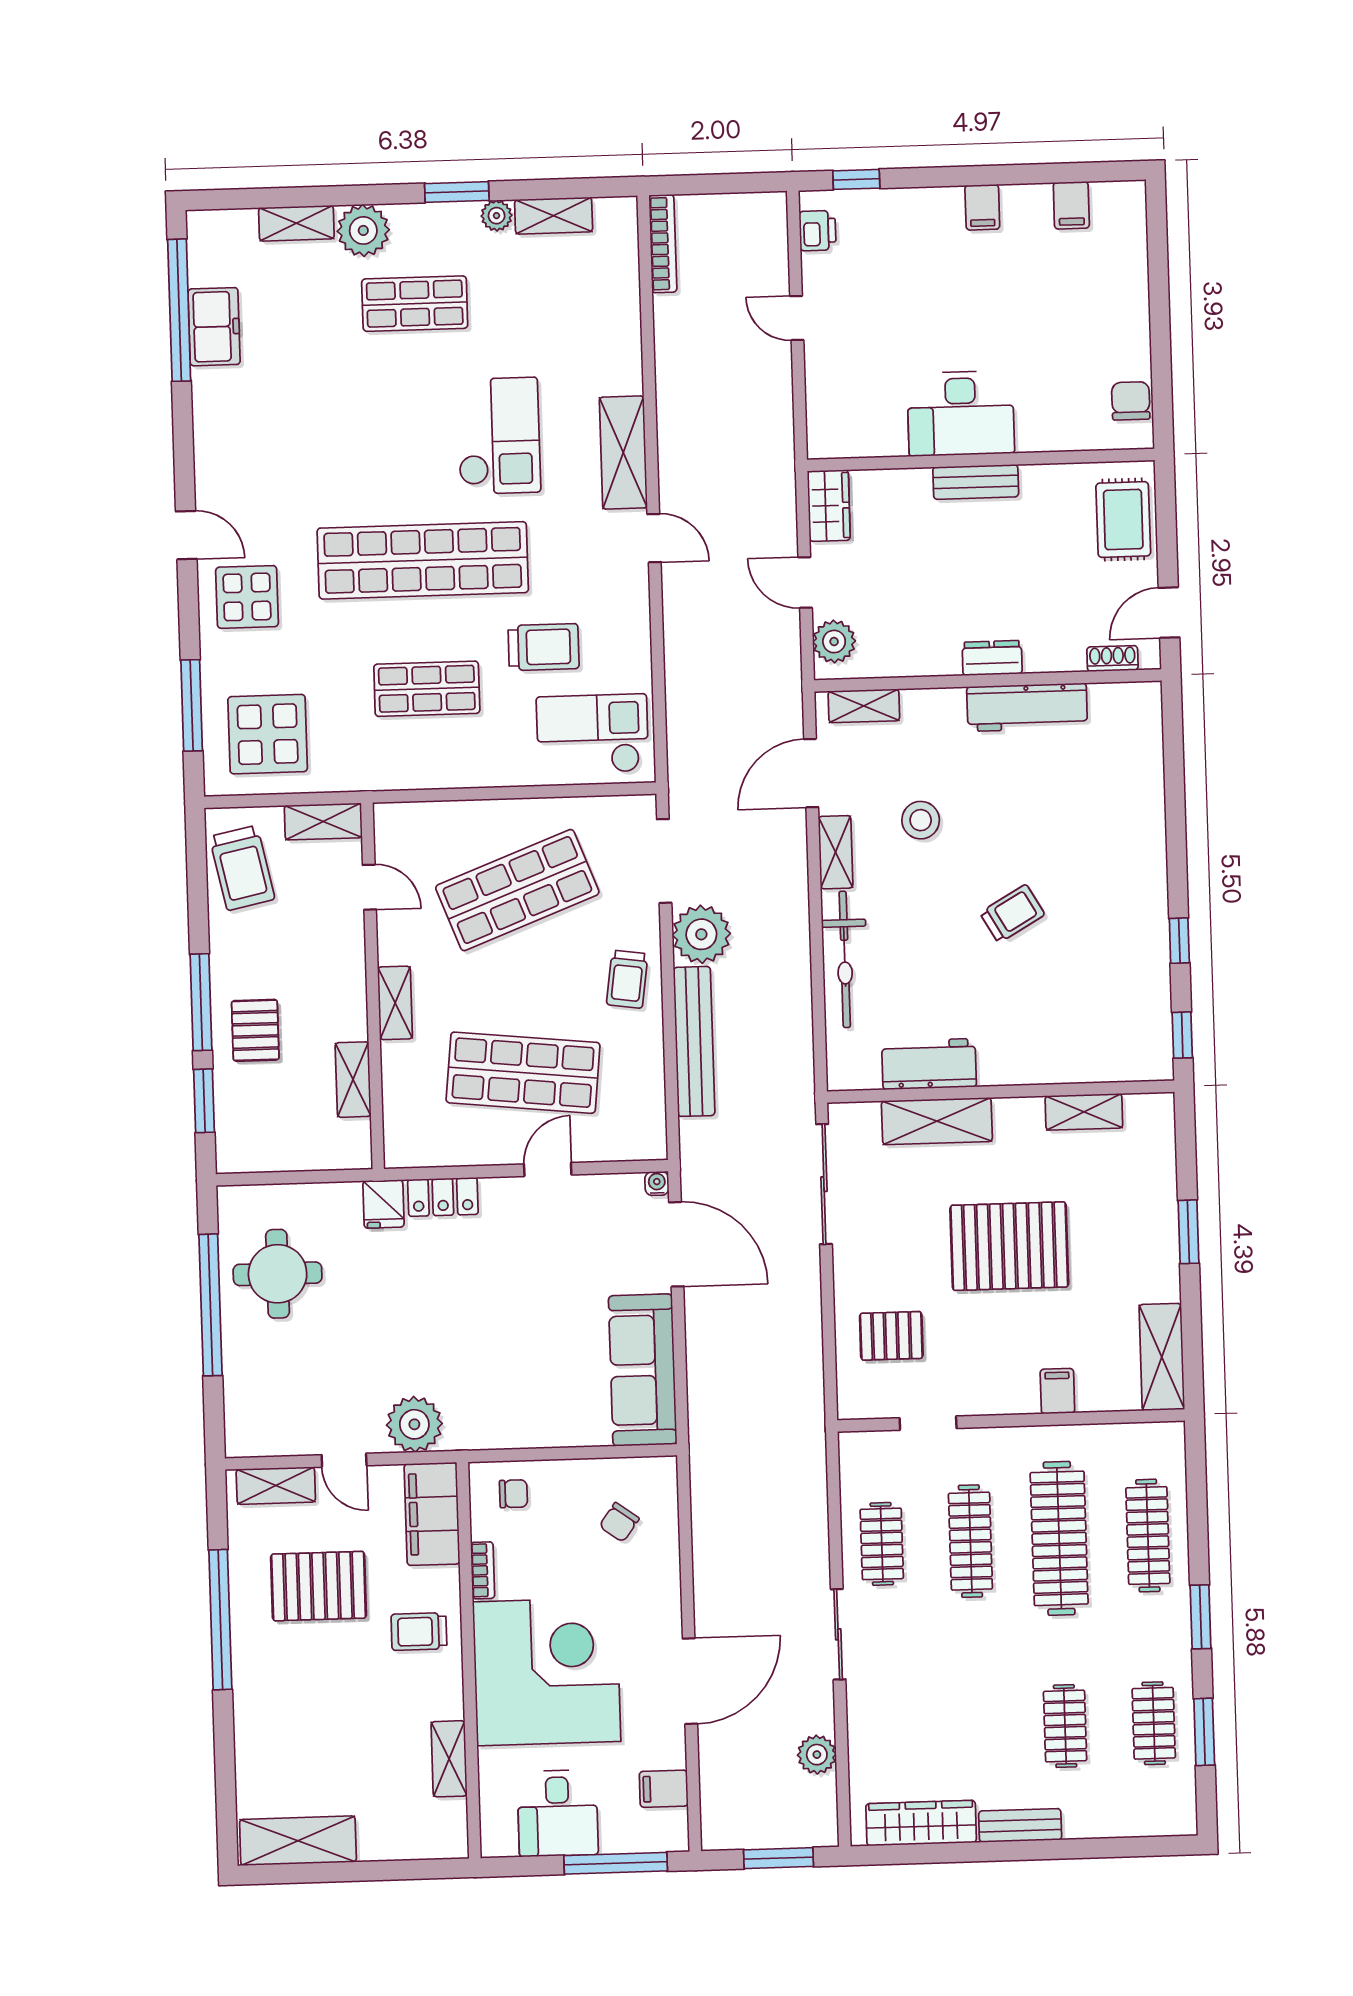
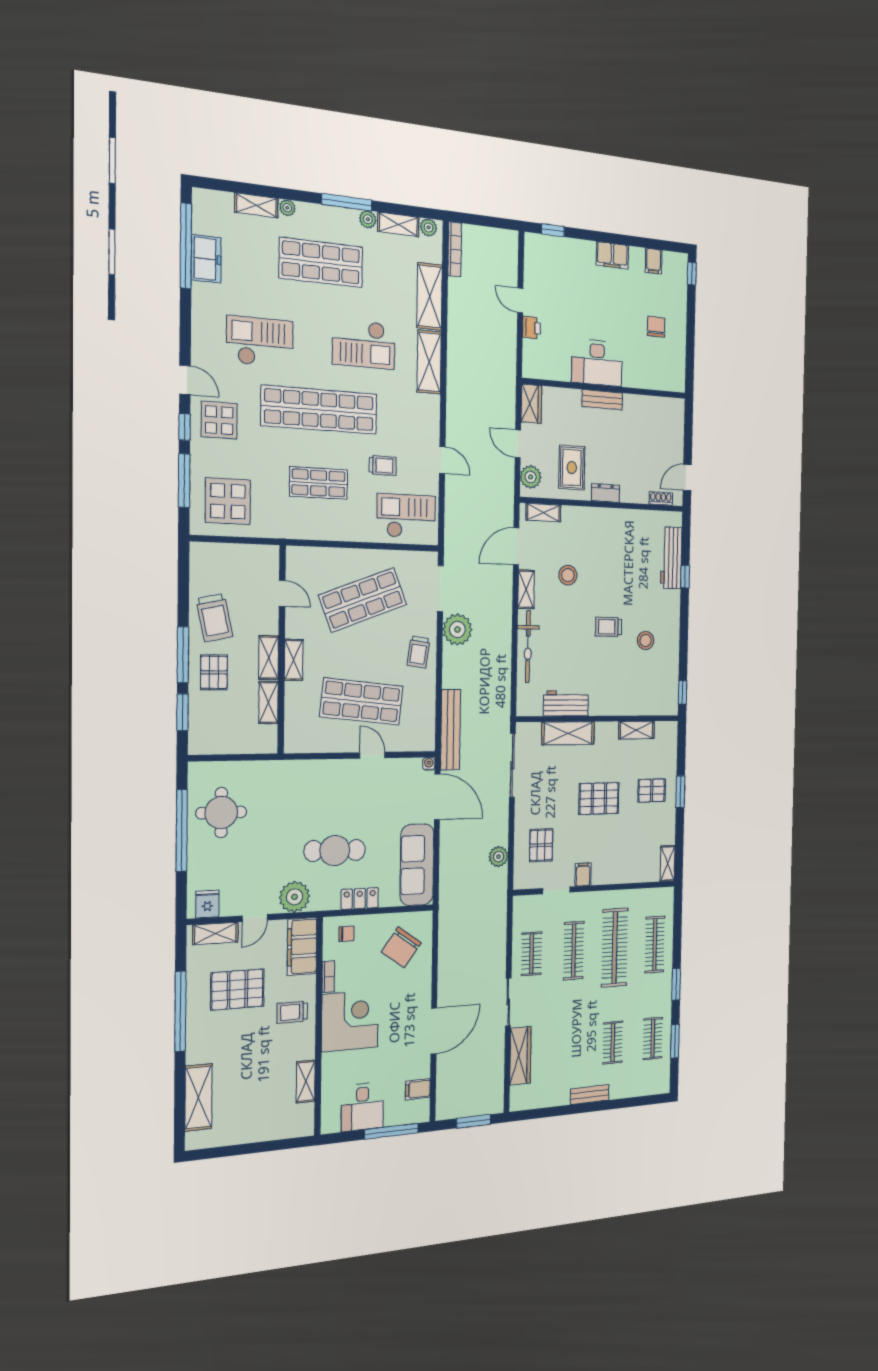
window: (457, 192) -> (347, 202), width x1.44
filing cabinet: (982, 207) -> (612, 255), width x2.00
plant: (611, 212) -> (429, 227), added
window: (1157, 217) -> (692, 274), added
plant: (363, 230) -> (287, 208), width x0.53, depth x0.53
printer: (818, 231) -> (531, 328), moved
shop shelf: (415, 304) -> (321, 262), width x1.43, depth x1.36
shelving: (619, 335) -> (430, 296), added
chair: (1131, 401) -> (656, 327), moved
checkout: (499, 436) -> (364, 344), turned 90
checkout: (312, 455) -> (260, 342), added
rug: (1123, 520) -> (572, 468), moved
door: (654, 538) -> (442, 460), moved
window: (189, 615) -> (185, 427), added
trolley: (544, 647) -> (383, 465), width x0.73, depth x0.72
workbench: (1027, 707) -> (671, 558), moved, turned 90
shelving: (323, 822) -> (269, 658), moved, turned 90
trolley: (242, 868) -> (214, 618), moved
trolley: (1012, 914) -> (609, 627), turned -150
stool: (1094, 936) -> (646, 640), added
window: (1179, 941) -> (685, 577), moved
bench: (694, 1041) -> (451, 730), moved
door: (548, 1169) -> (372, 755), hinge flipped
locker: (443, 1197) -> (360, 898), moved, turned 180
fridge: (383, 1204) -> (207, 904), moved, turned 180
pallet: (1124, 1230) -> (652, 790), added
pallet: (1009, 1246) -> (599, 799), width x0.73, depth x0.71
pallet: (891, 1336) -> (541, 845), turned 90
cafe table: (485, 1342) -> (335, 851), added
shelving: (1162, 1357) -> (668, 863), width x0.67, depth x0.75
filing cabinet: (1057, 1391) -> (583, 874), moved
door: (344, 1460) -> (255, 918), hinge flipped
chair: (619, 1522) -> (401, 947), width x1.87, depth x1.87
corner desk: (547, 1672) -> (350, 1021), width x0.74, depth x0.74
plant: (817, 1755) -> (499, 857), moved
wardrobe: (921, 1823) -> (520, 1056), moved, turned 90
shelving: (298, 1841) -> (198, 1097), moved, turned 90

